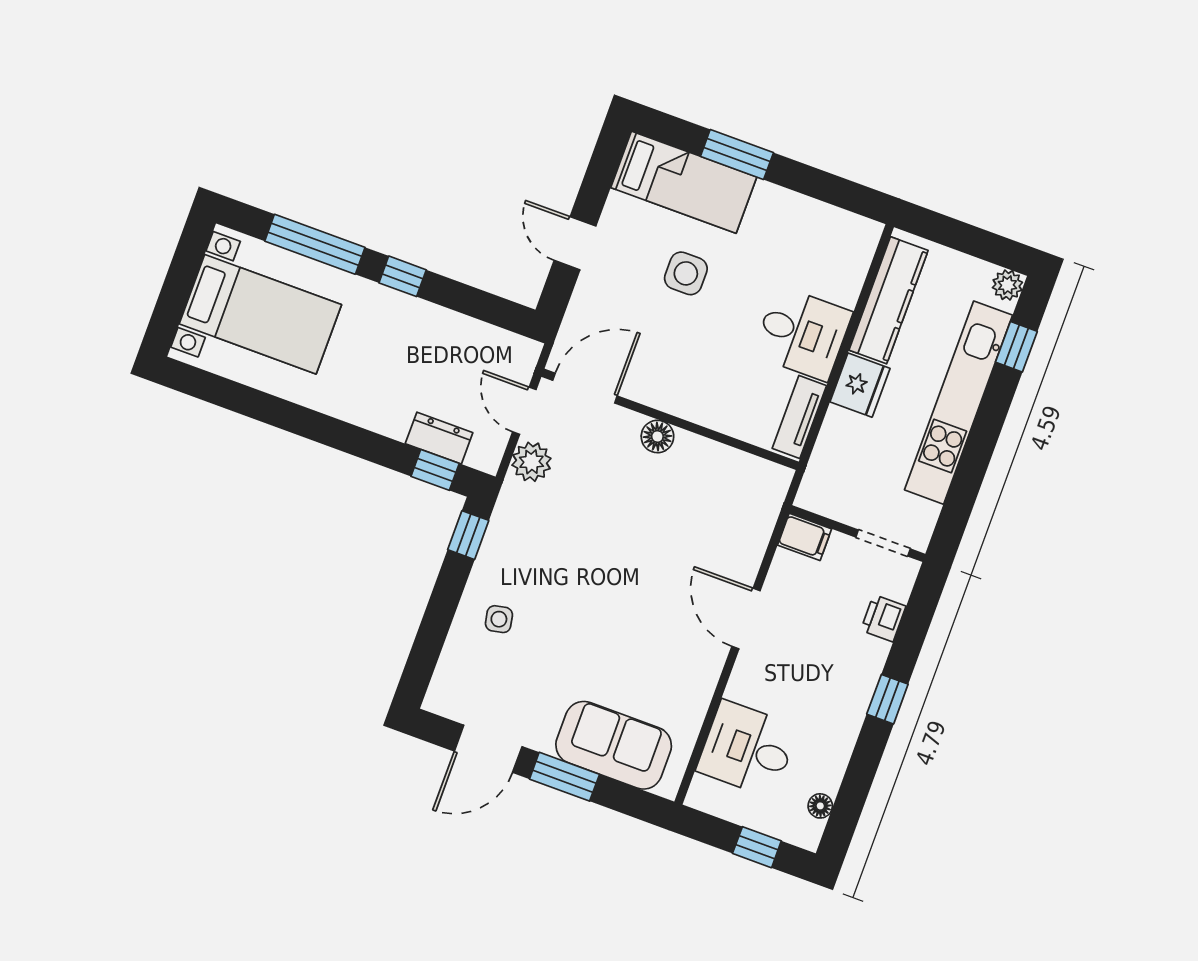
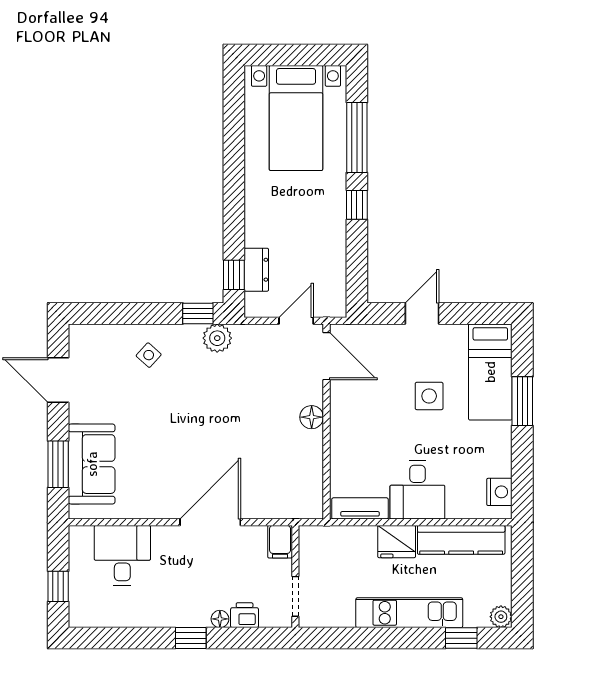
nightstand: (844, 228) -> (499, 492), added
kitchen unit: (959, 403) -> (409, 613), width x0.73
plant: (531, 462) -> (217, 338), moved
side table: (499, 619) -> (149, 355), turned -37
door: (746, 619) -> (210, 522), width x1.36
window: (564, 777) -> (58, 464), moved
floor lamp: (820, 806) -> (220, 619), moved

